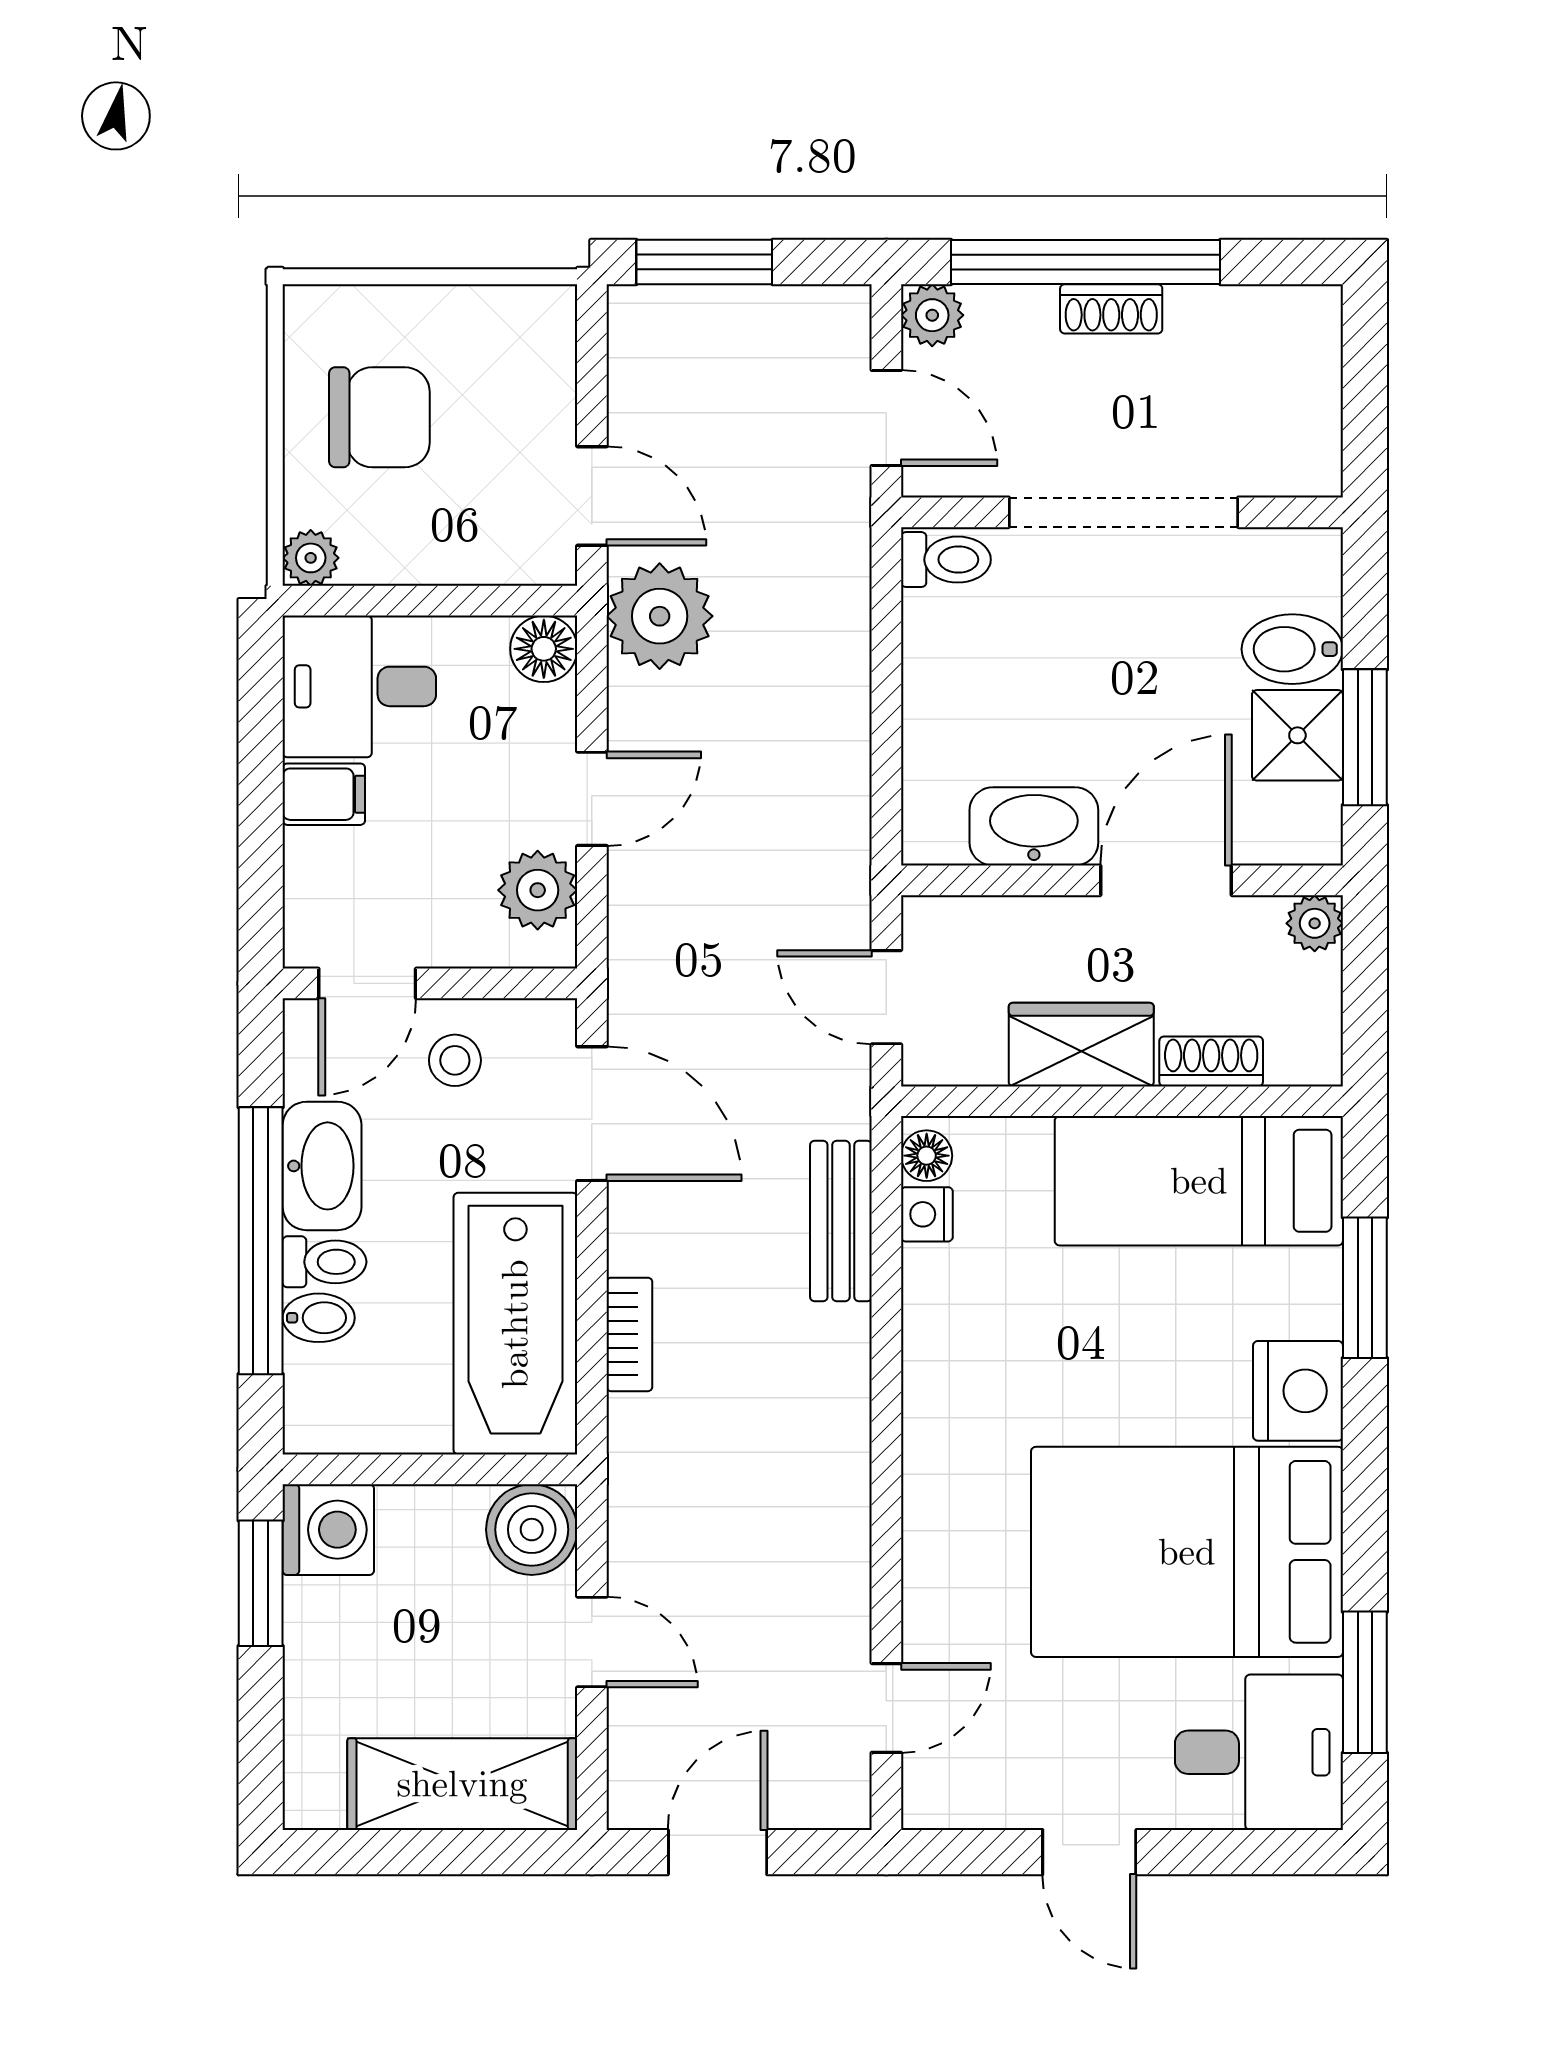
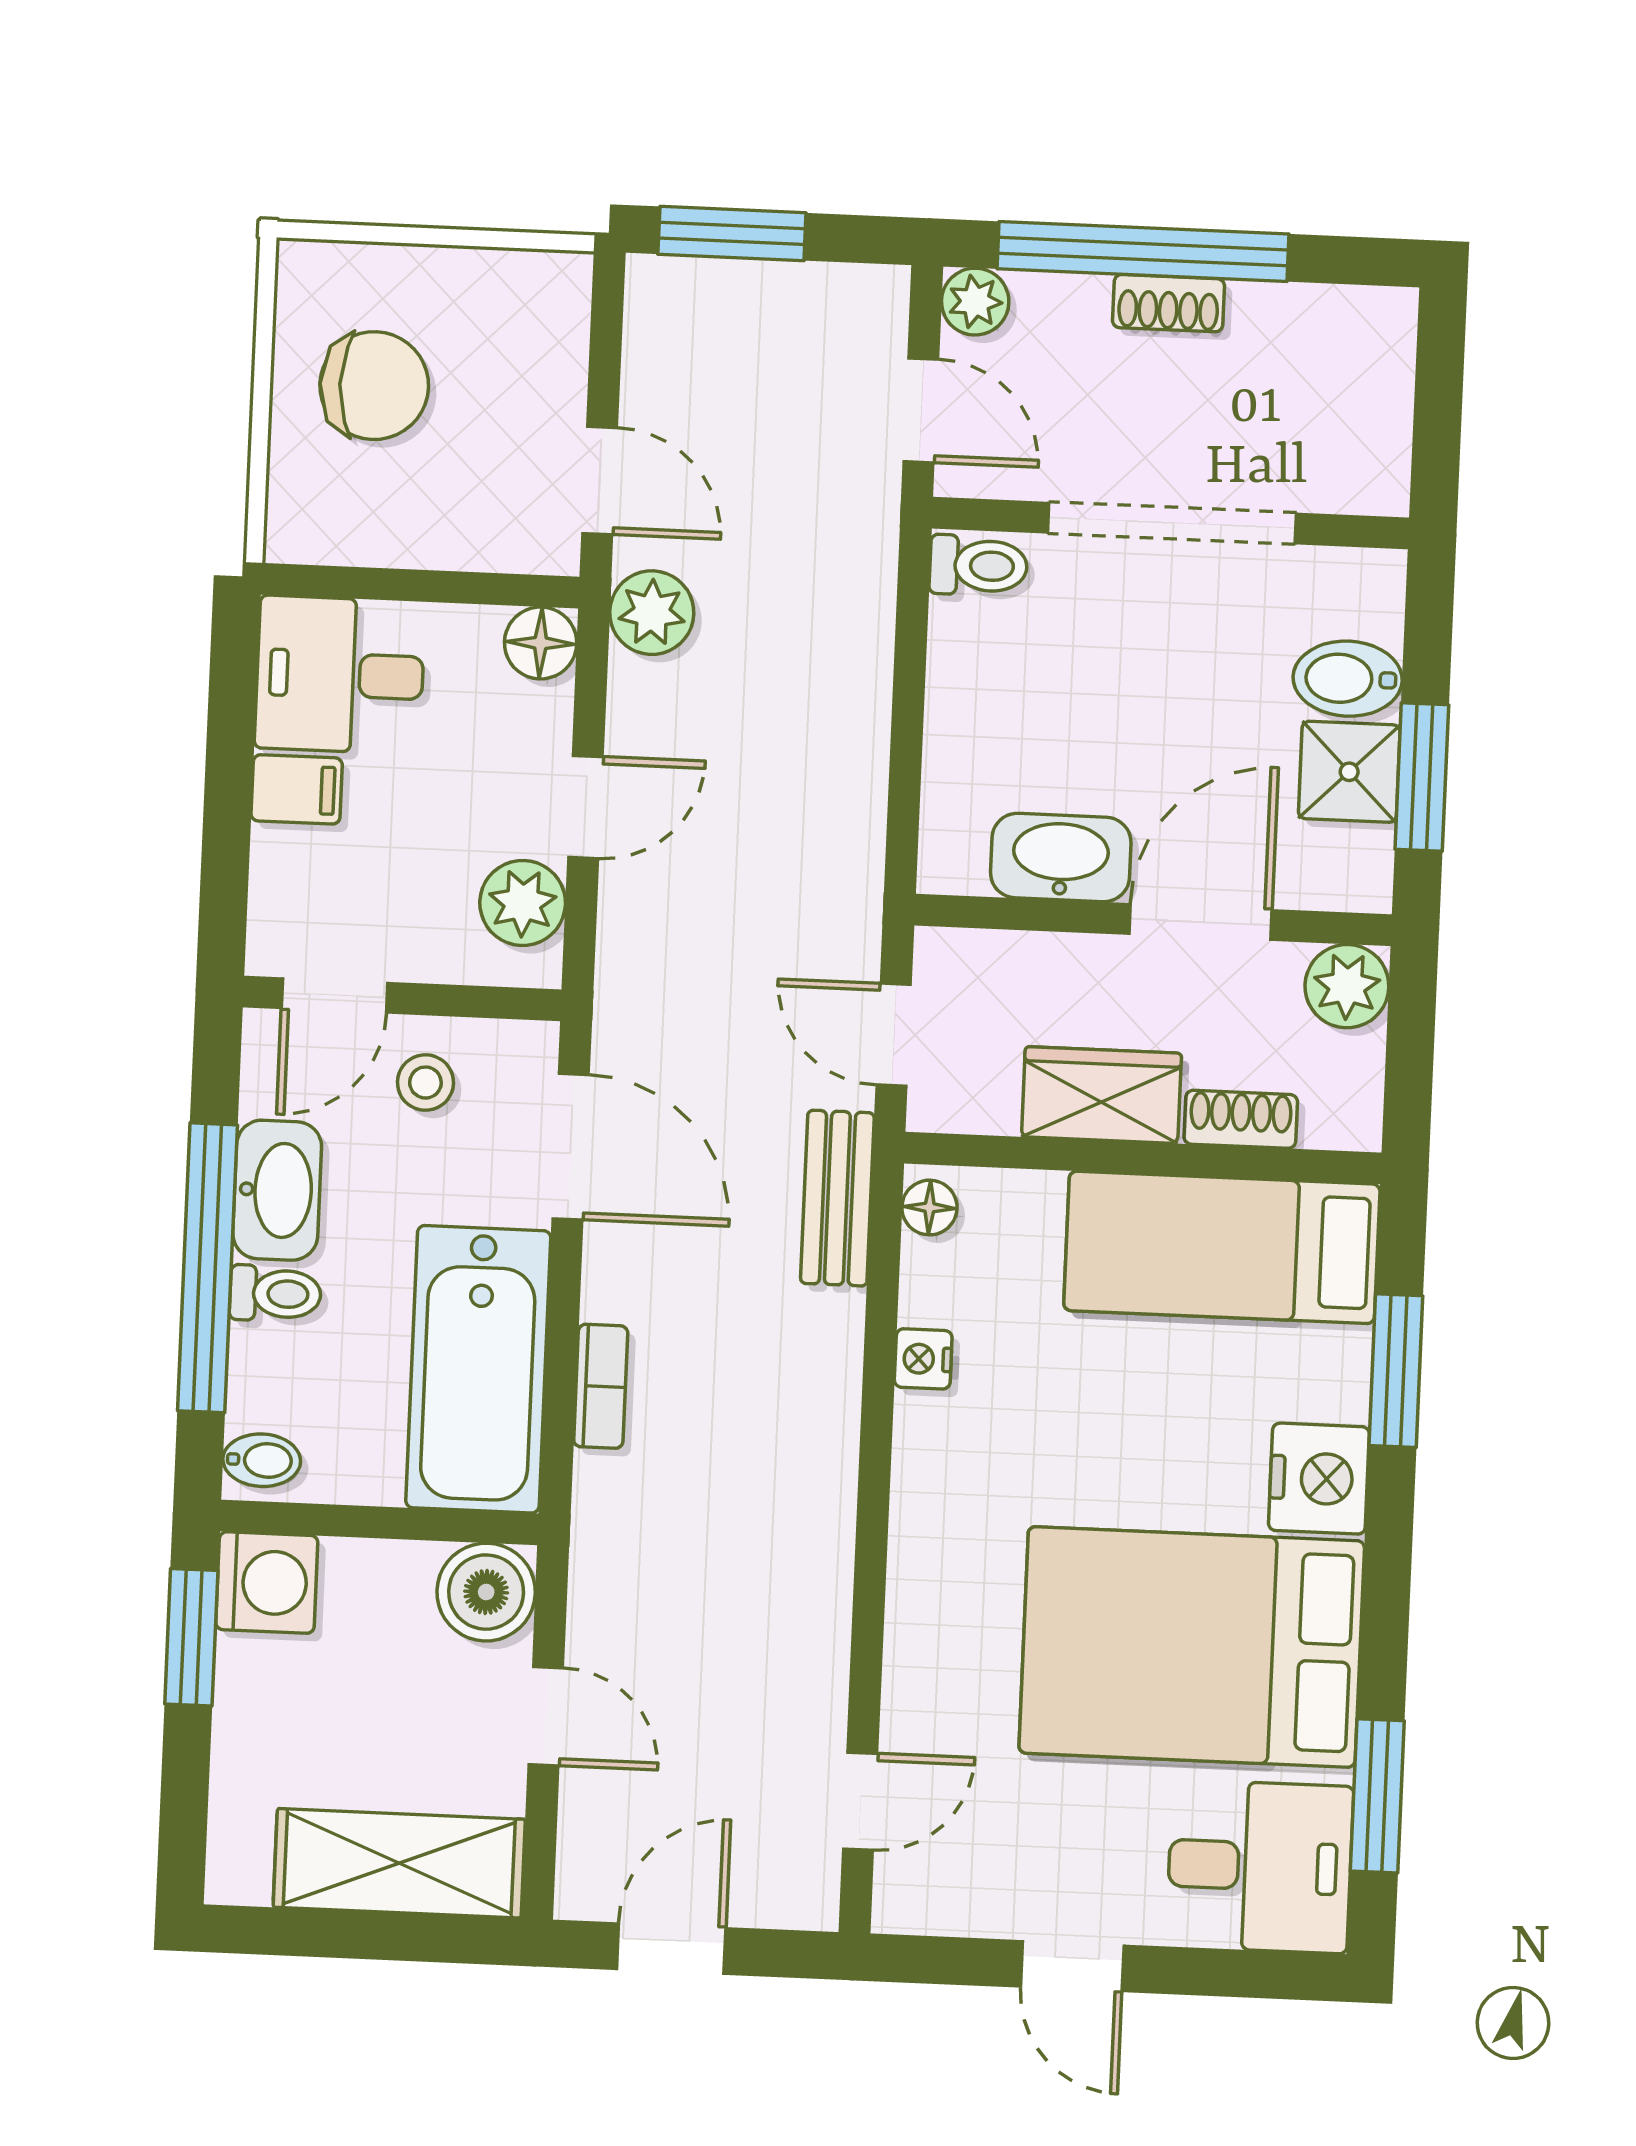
plant: (311, 558) -> (294, 534), removed
plant: (660, 616) -> (652, 613), width x0.73, depth x0.73
plant: (1315, 923) -> (1347, 986), width x1.38, depth x1.38
nightstand: (927, 1214) -> (923, 1359), moved
bench: (841, 1221) -> (837, 1198), moved
bidet: (319, 1318) -> (262, 1460), moved

